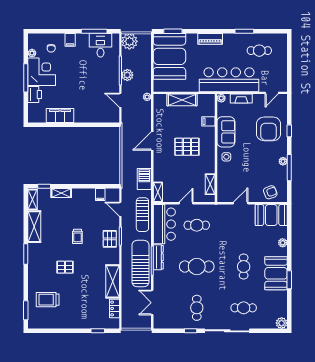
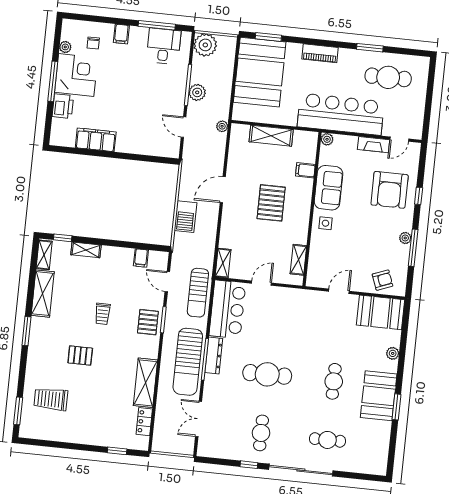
cafe table: (259, 51) -> (388, 77), width x1.37, depth x1.35
fireplace: (241, 99) -> (374, 145), moved
pallet: (187, 147) -> (271, 203), turned 90
barbecue: (144, 179) -> (186, 217), moved, turned 180
cafe table: (197, 225) -> (273, 316), removed
sun lounger: (140, 264) -> (188, 362), turned 180
plant: (282, 323) -> (379, 467), removed

